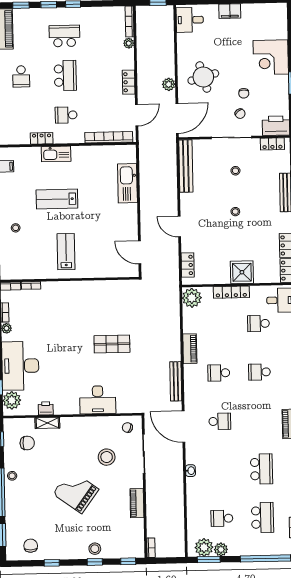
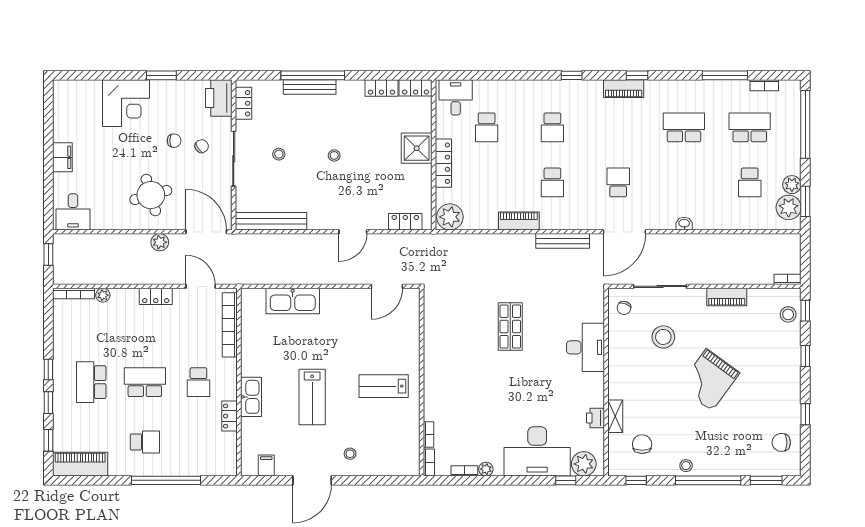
stool: (95, 549) -> (788, 314), moved

